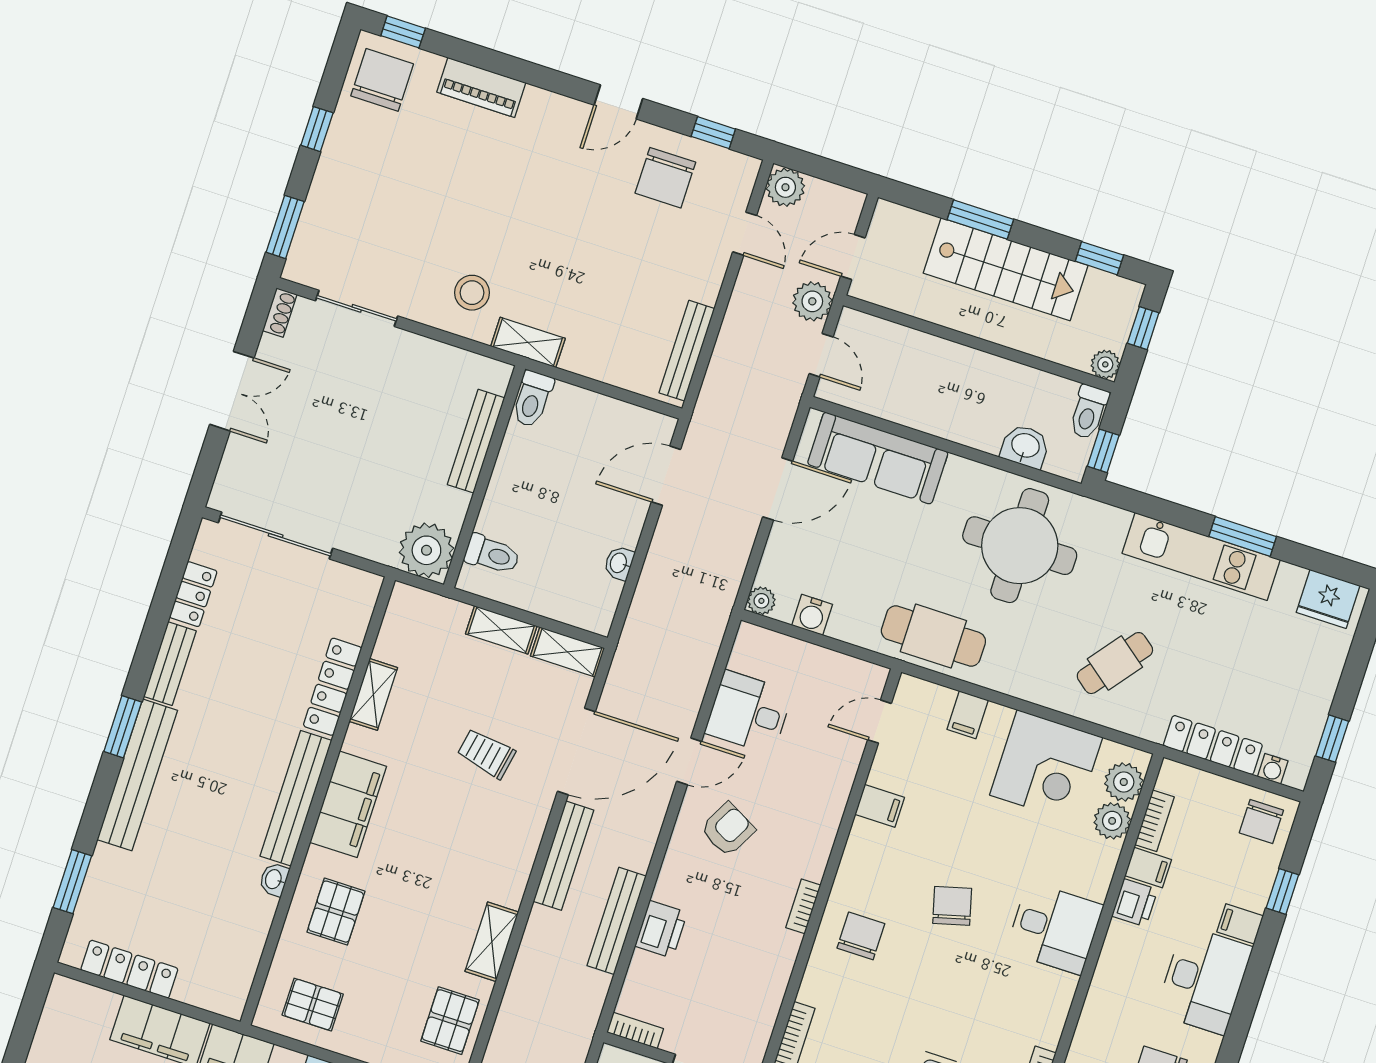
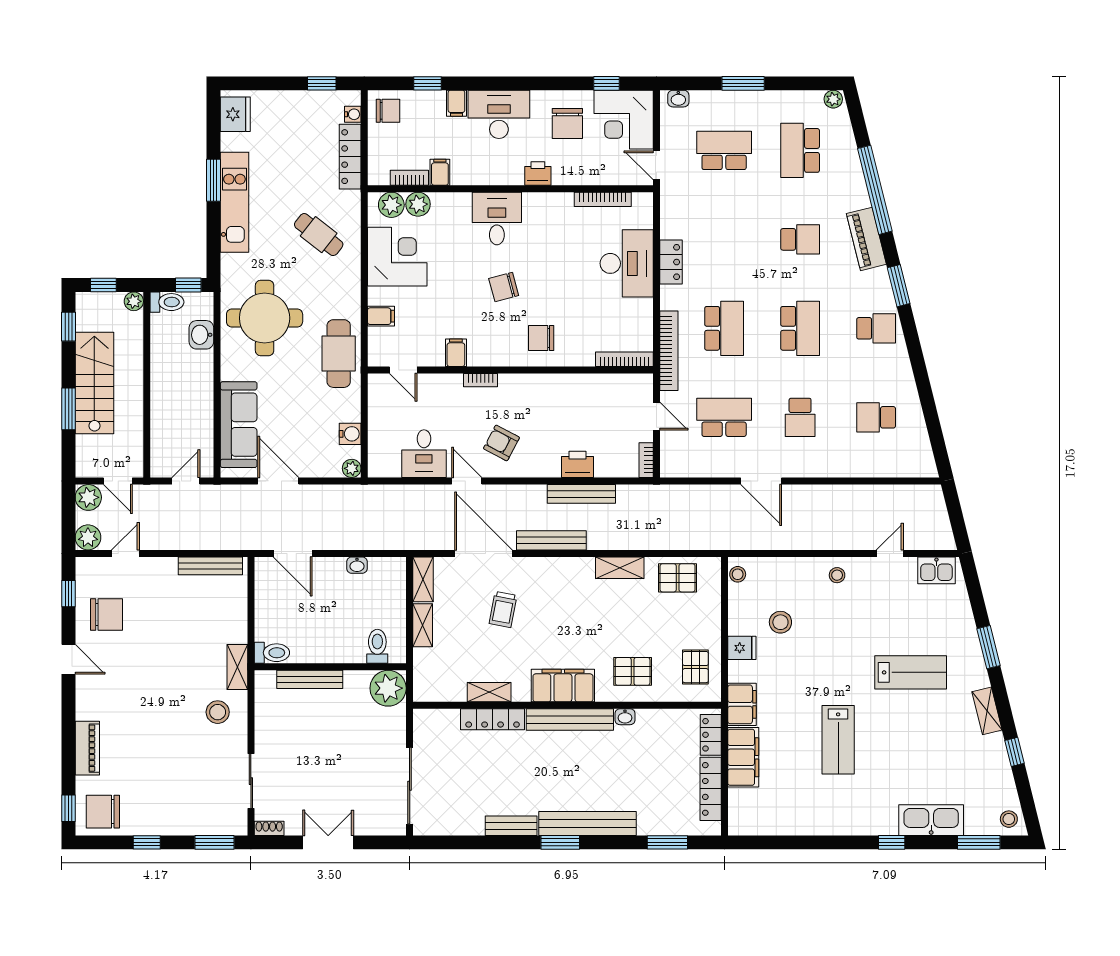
plant: (812, 301) -> (88, 497), moved
locker: (193, 594) -> (711, 735), moved, turned -90
printer: (1135, 903) -> (538, 173), moved
bookcase: (803, 906) -> (481, 380), moved

